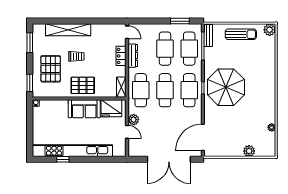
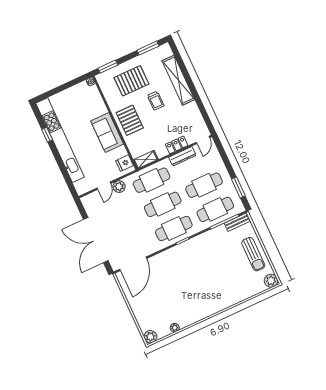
parasol: (226, 87) -> (194, 264), removed
fridge: (111, 108) -> (125, 163), width x0.53, depth x0.75
door: (203, 137) -> (133, 264), swing flipped
plant: (249, 151) -> (150, 337), moved

